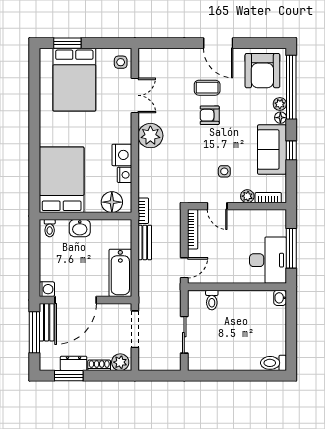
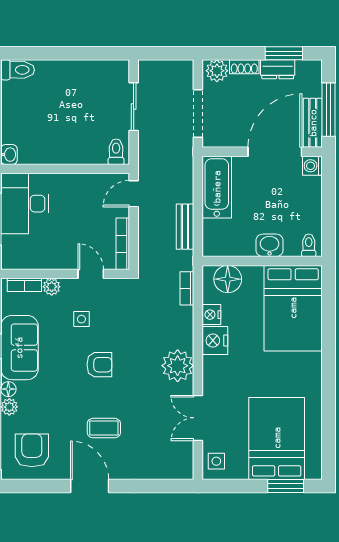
armchair: (262, 71) -> (32, 450), width x0.73, depth x0.73
armchair: (210, 115) -> (99, 365), moved
bookcase: (143, 211) -> (187, 288), moved
toilet: (212, 300) -> (116, 152), moved

